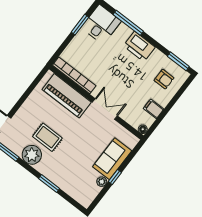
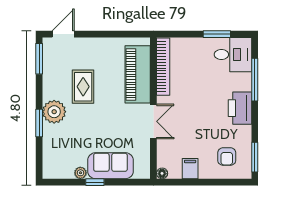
plant: (32, 155) -> (54, 112), moved

